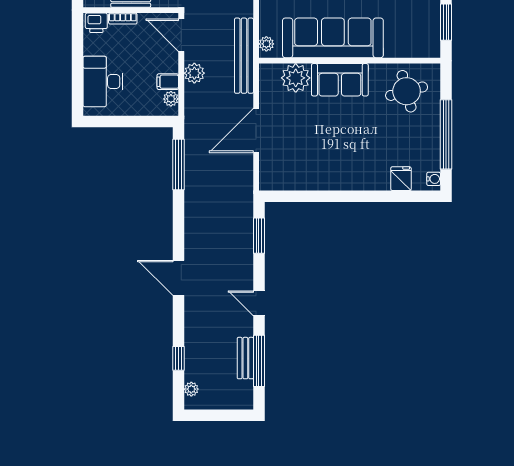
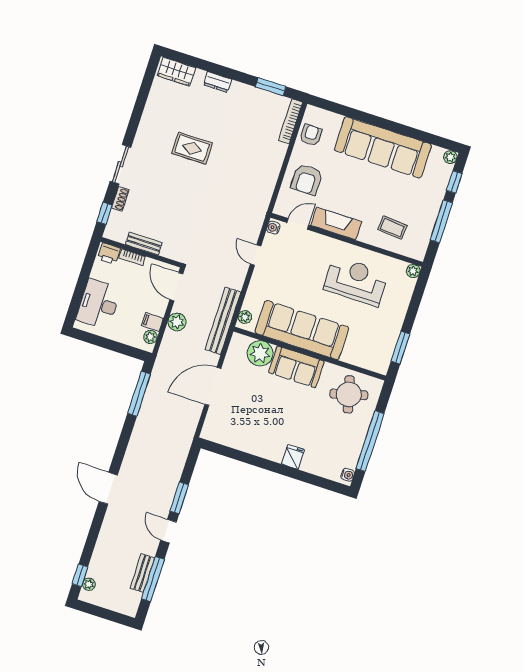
fridge: (401, 179) -> (293, 457), moved
window: (259, 236) -> (179, 498), moved
window: (178, 358) -> (80, 575), moved

